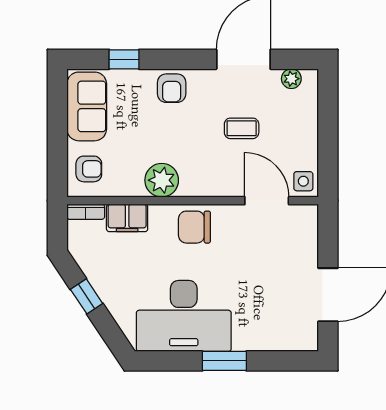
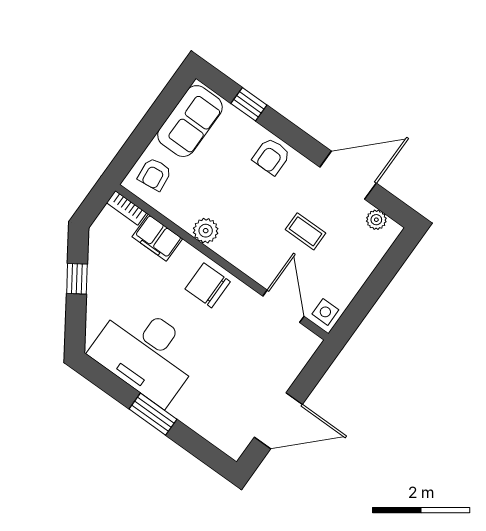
armchair: (89, 169) -> (155, 174), turned 84
plant: (162, 180) -> (206, 231), width x0.73, depth x0.73

